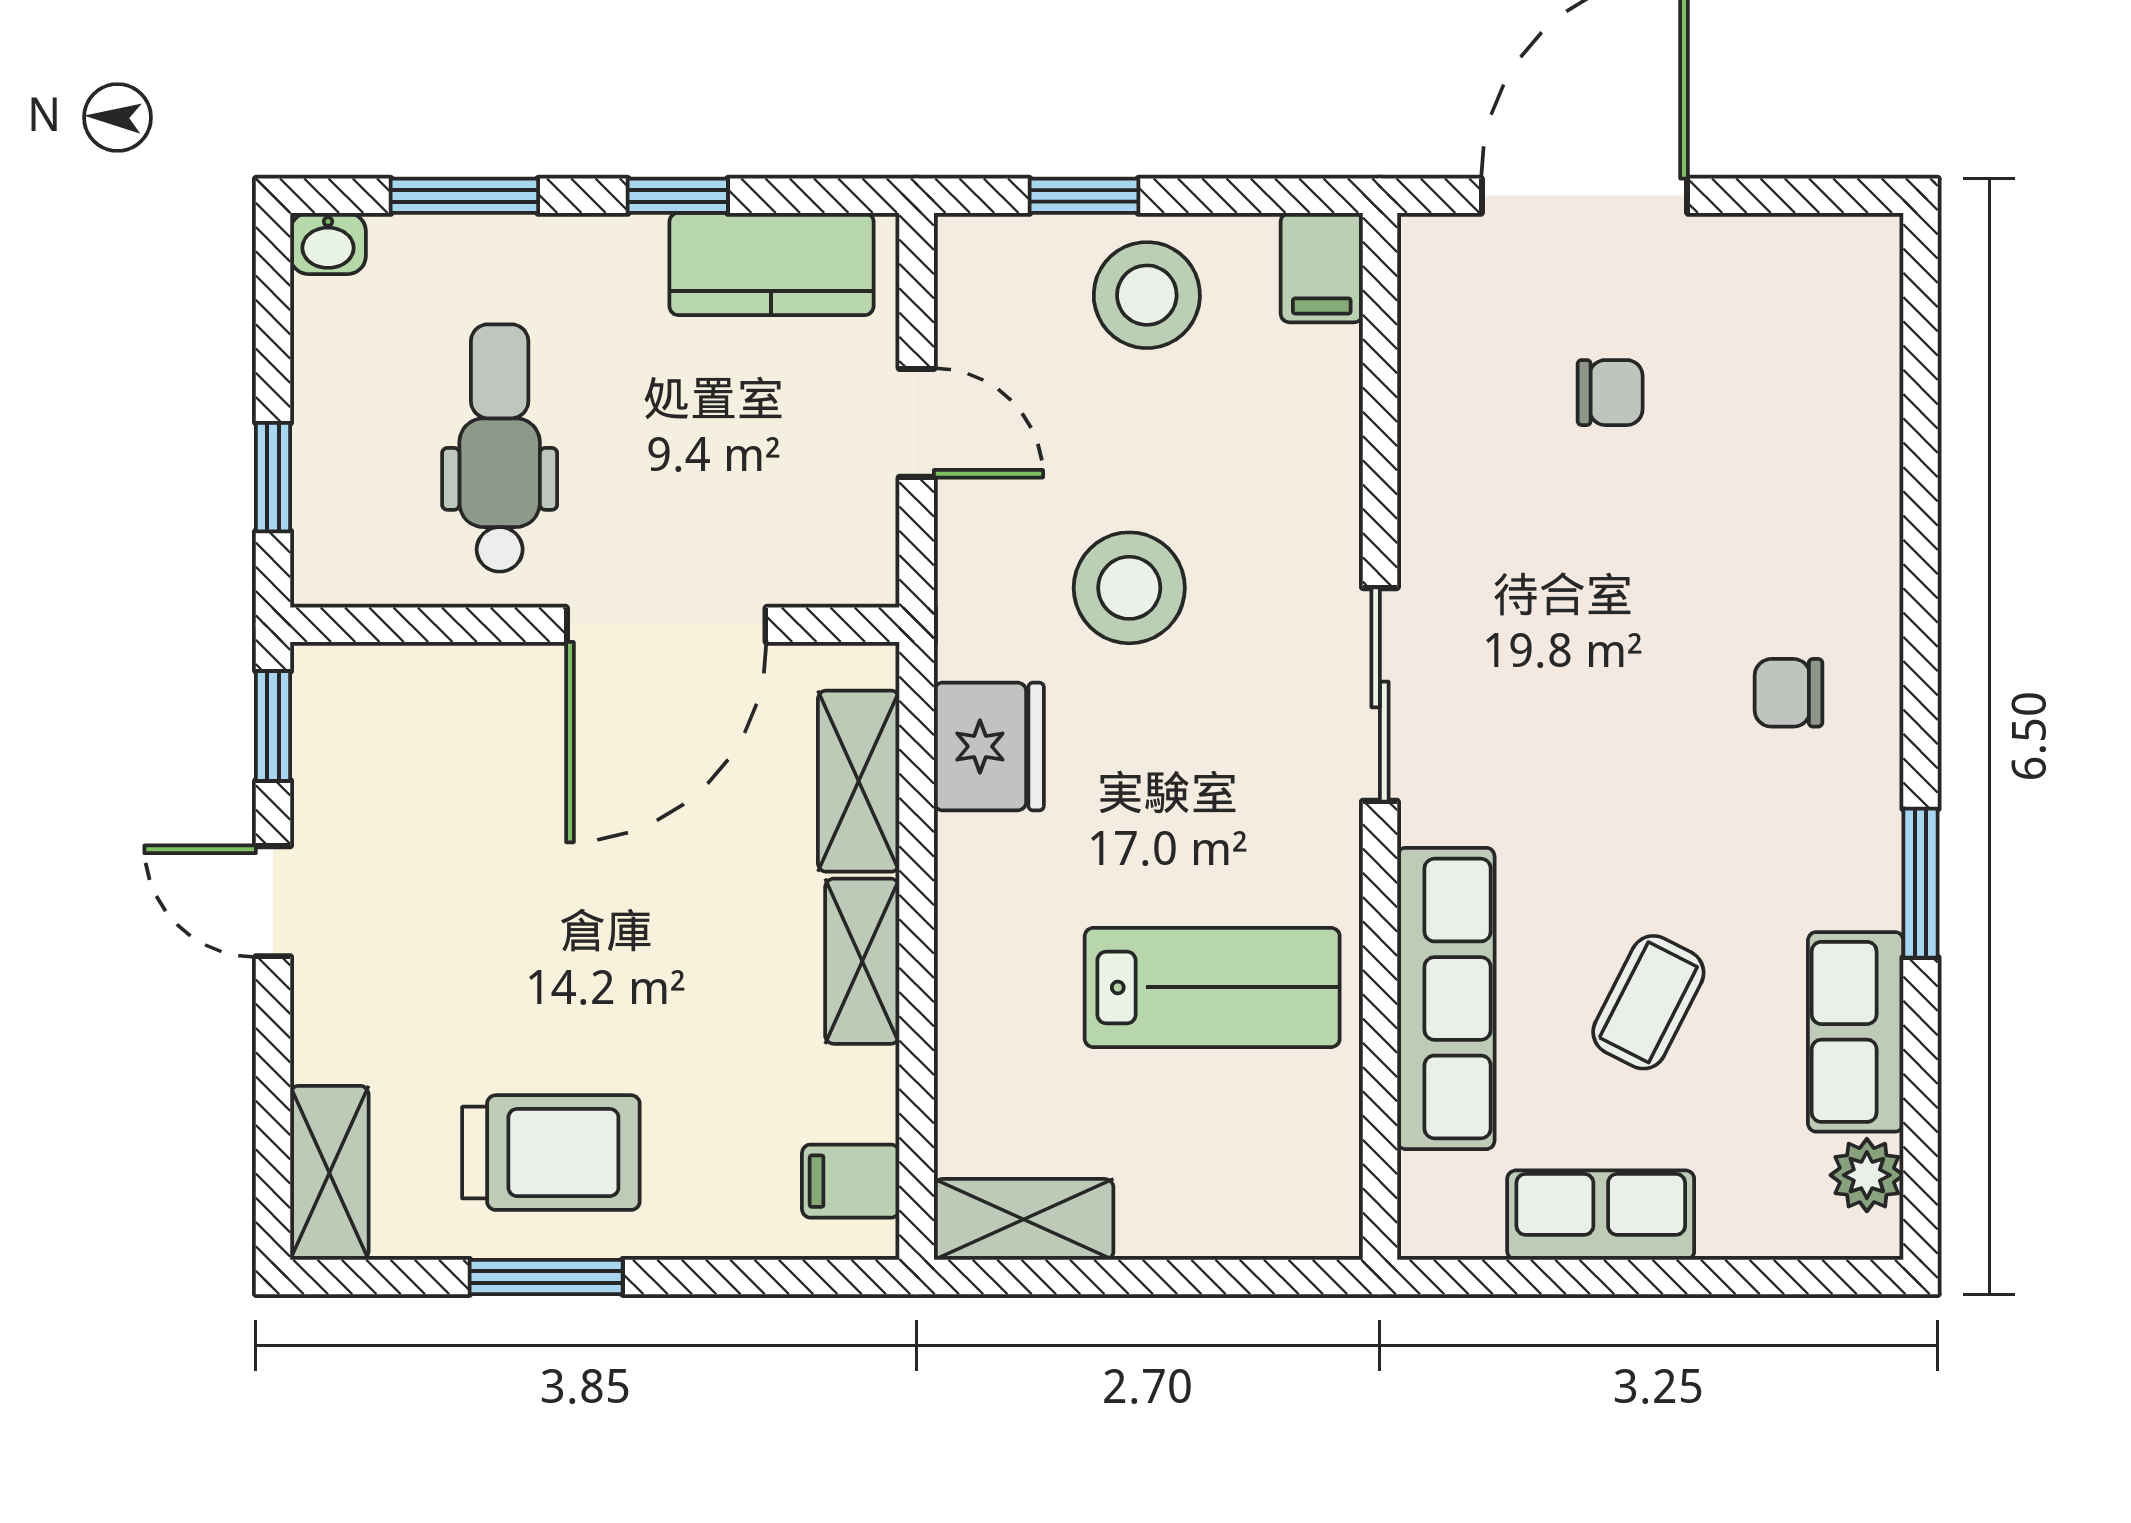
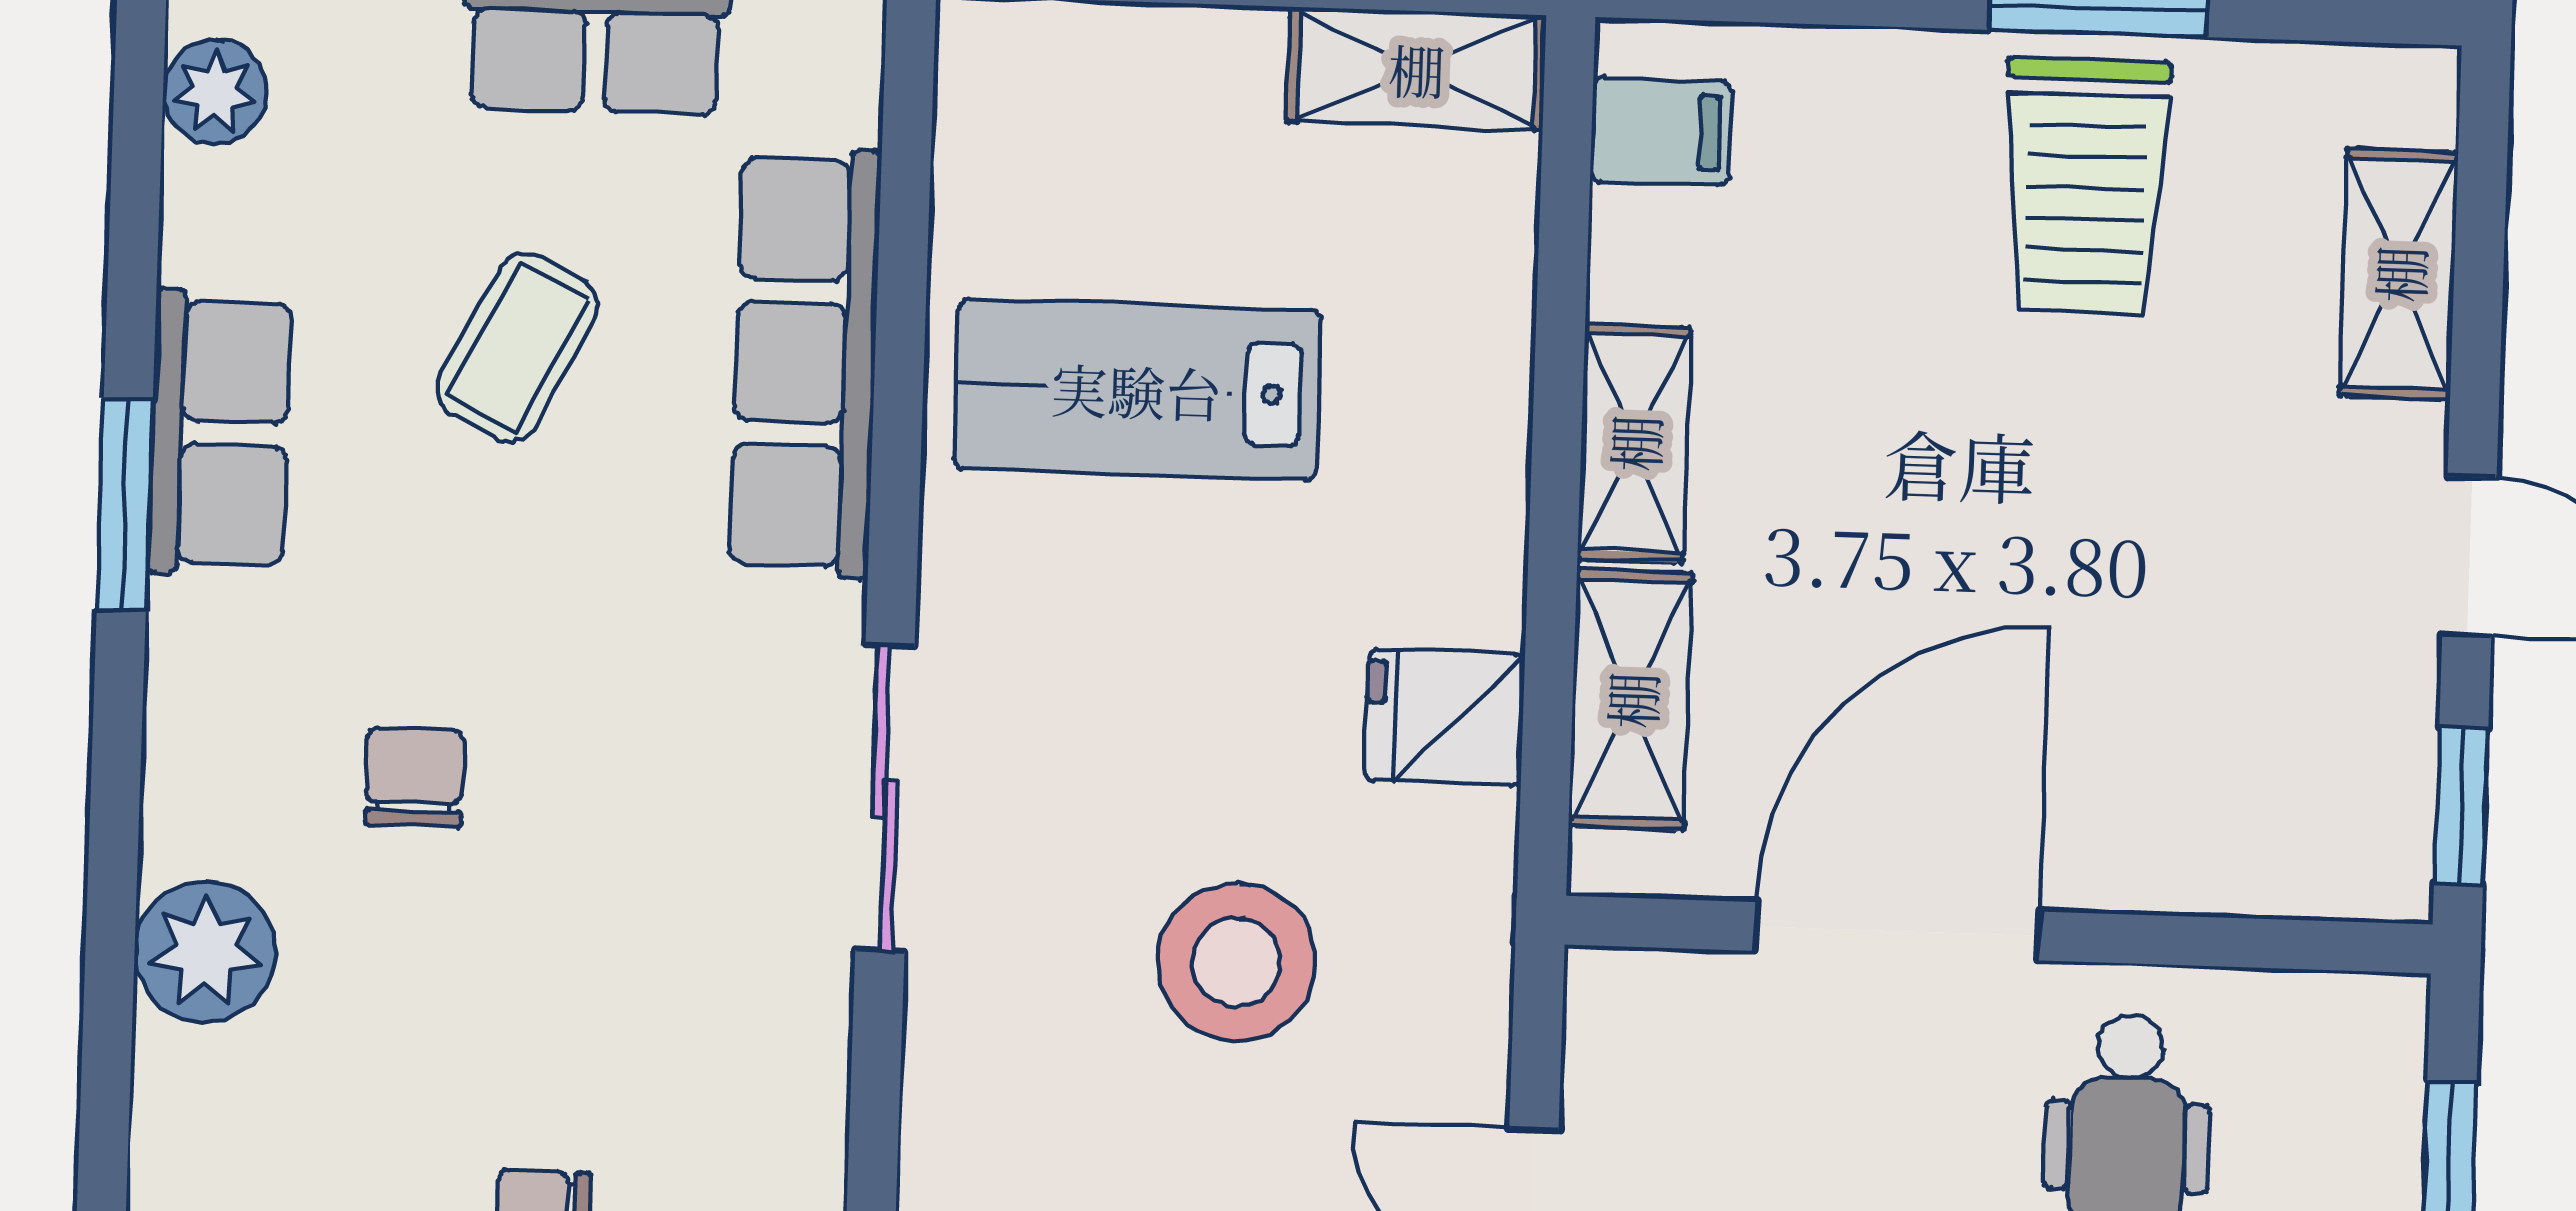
plant: (1854, 571) -> (205, 951), added
chair: (1788, 693) -> (414, 777), moved, turned -90
fridge: (989, 746) -> (1445, 718), width x0.72
row of seats: (1856, 1032) -> (220, 433), moved
trolley: (551, 1153) -> (2086, 186), turned -90
shelving: (329, 1173) -> (2399, 274), moved

